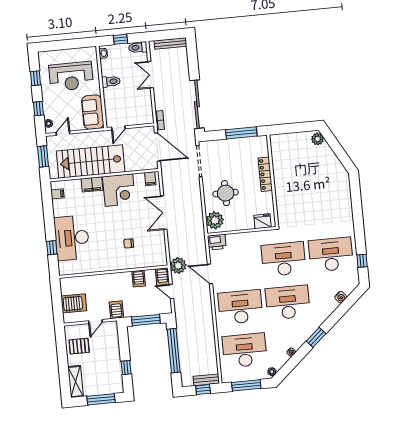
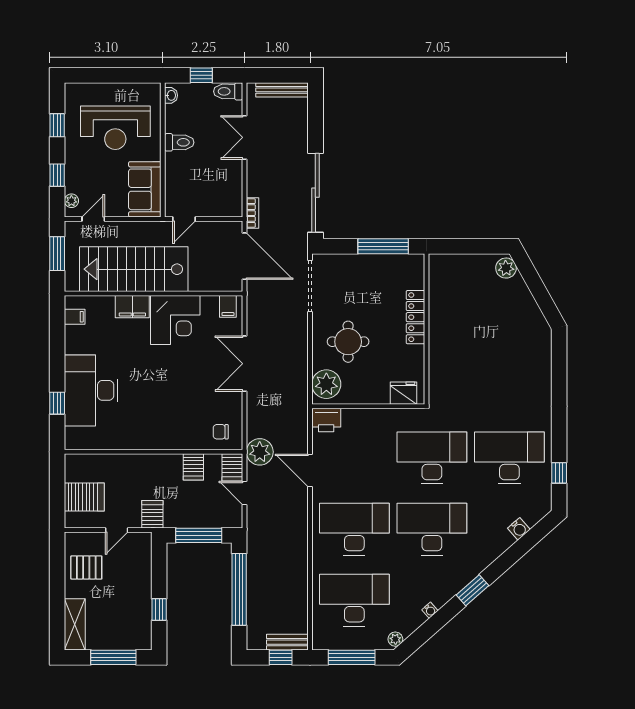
chair: (129, 243) -> (221, 432), moved

